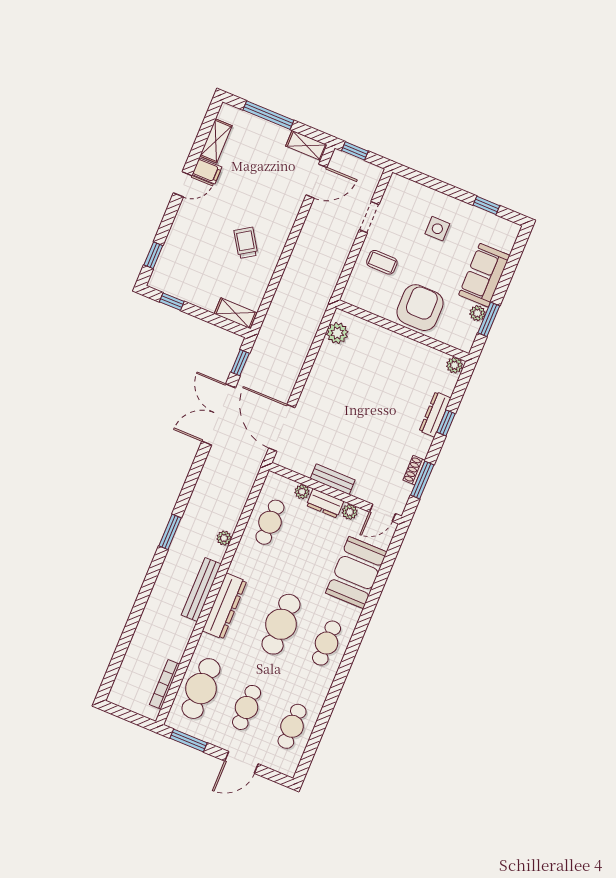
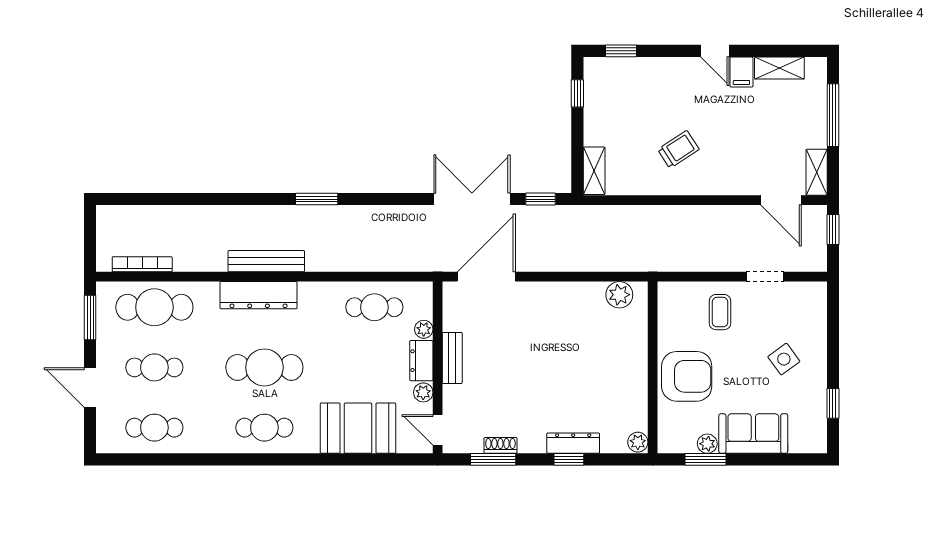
side table: (437, 229) -> (784, 359), turned -36
plant: (224, 538) -> (335, 263), removed

